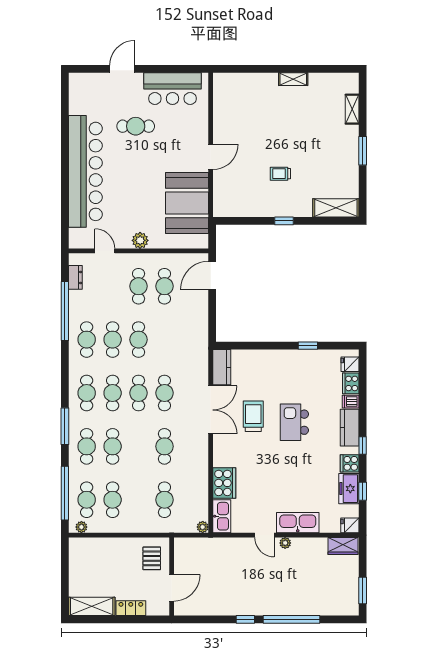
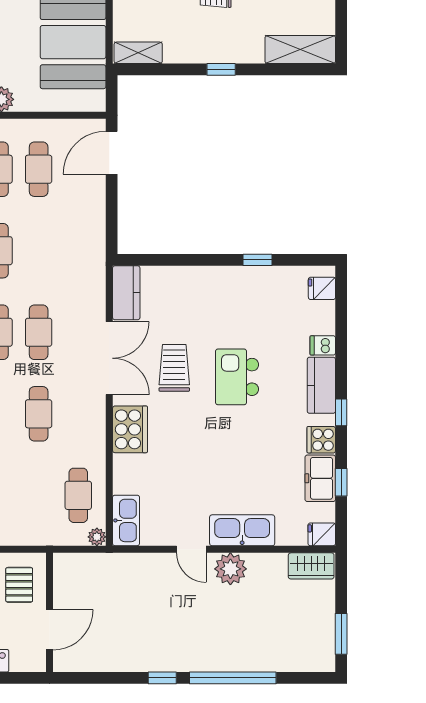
shelving: (230, 210) -> (138, 53), added
cooker: (351, 383) -> (323, 318), removed
cooker: (224, 483) -> (130, 429), moved
cafe table: (164, 500) -> (78, 495), moved
plant: (285, 543) -> (230, 569), width x1.87, depth x1.87

